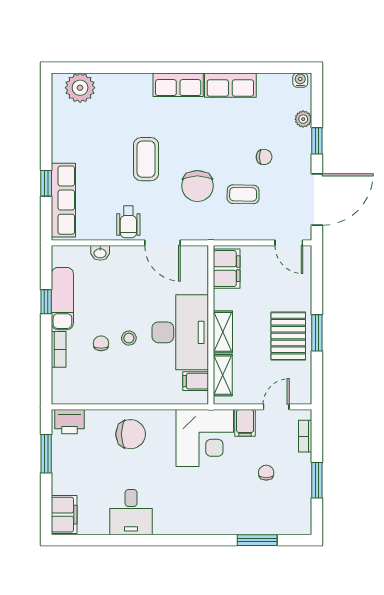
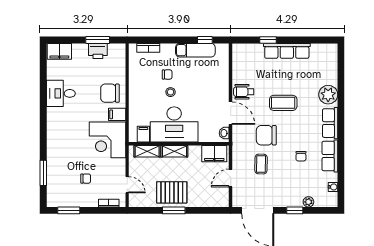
water cooler: (300, 80) -> (333, 187), moved
plant: (80, 88) -> (328, 95), moved
chair: (264, 157) -> (301, 156), moved
row of seats: (63, 200) -> (287, 51), moved
door: (162, 243) -> (231, 113), swing flipped
door: (289, 243) -> (231, 178), moved
washbasin: (100, 253) -> (224, 133), moved
window: (46, 302) -> (205, 40), moved
bookcase: (59, 349) -> (148, 48), moved
printer: (69, 422) -> (98, 51), moved, turned -90
filing cabinet: (245, 423) -> (117, 114), moved
chair: (131, 434) -> (110, 93), turned 90
window: (317, 480) -> (69, 210), moved

